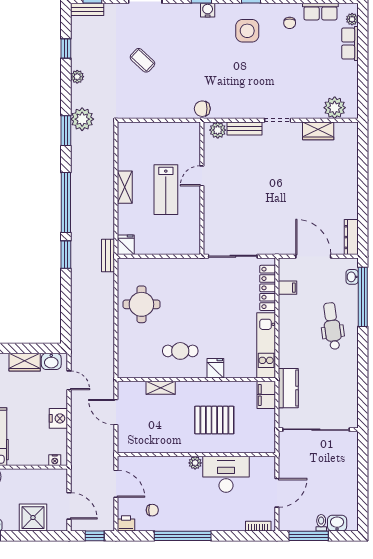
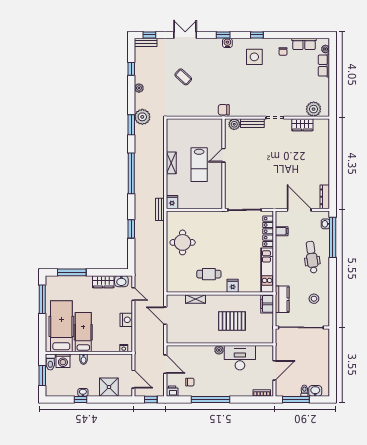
window: (66, 255) -> (131, 229), moved
stool: (335, 387) -> (314, 299), added

